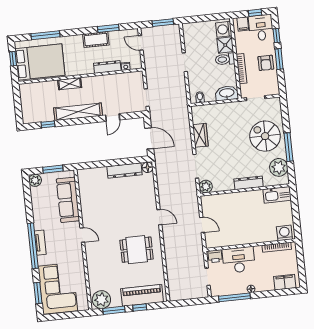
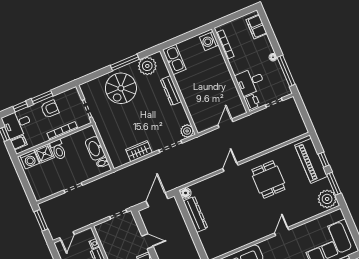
washbasin: (227, 93) -> (95, 148), moved
door: (82, 235) -> (282, 232), moved
desk: (239, 260) -> (250, 82), width x0.73

